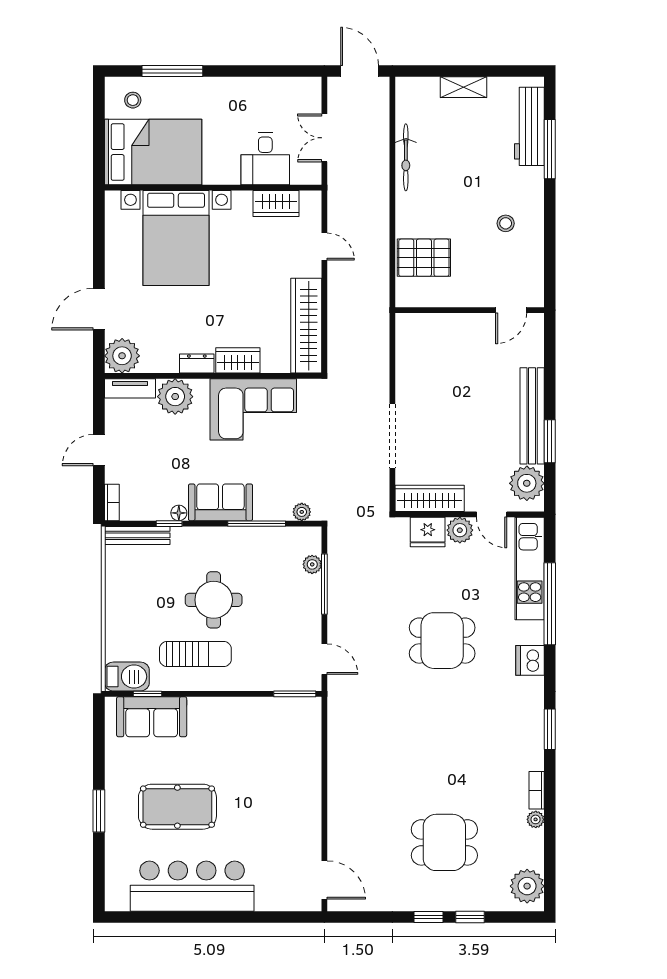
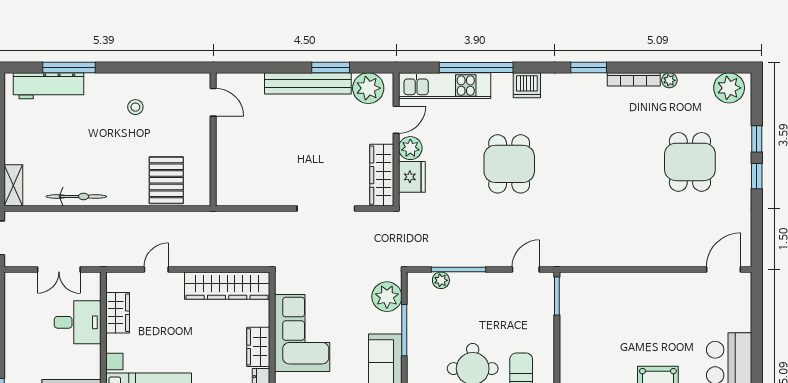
shelving: (464, 87) -> (13, 185), moved
plant: (302, 512) -> (387, 297), width x1.87, depth x1.87
bookcase: (537, 790) -> (634, 79), width x1.56

